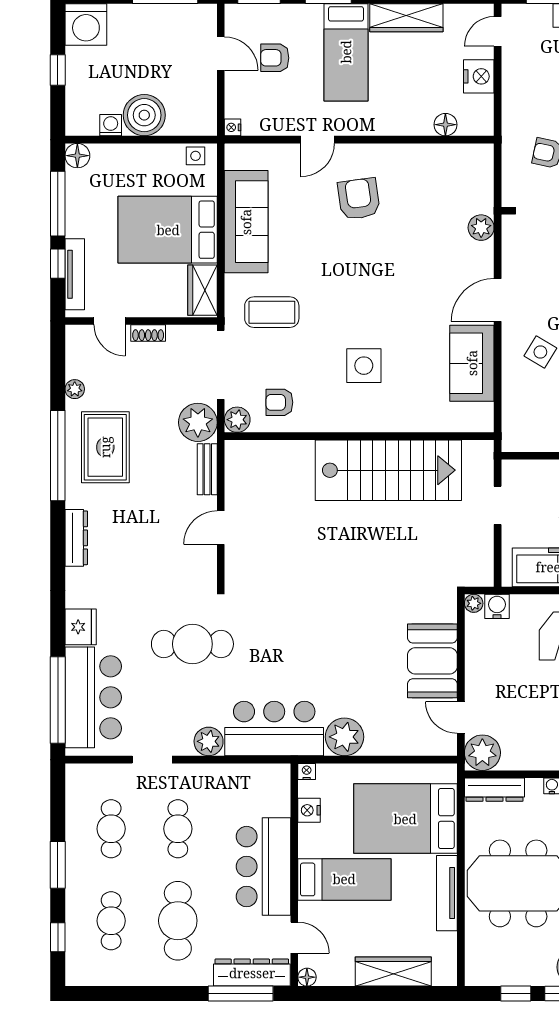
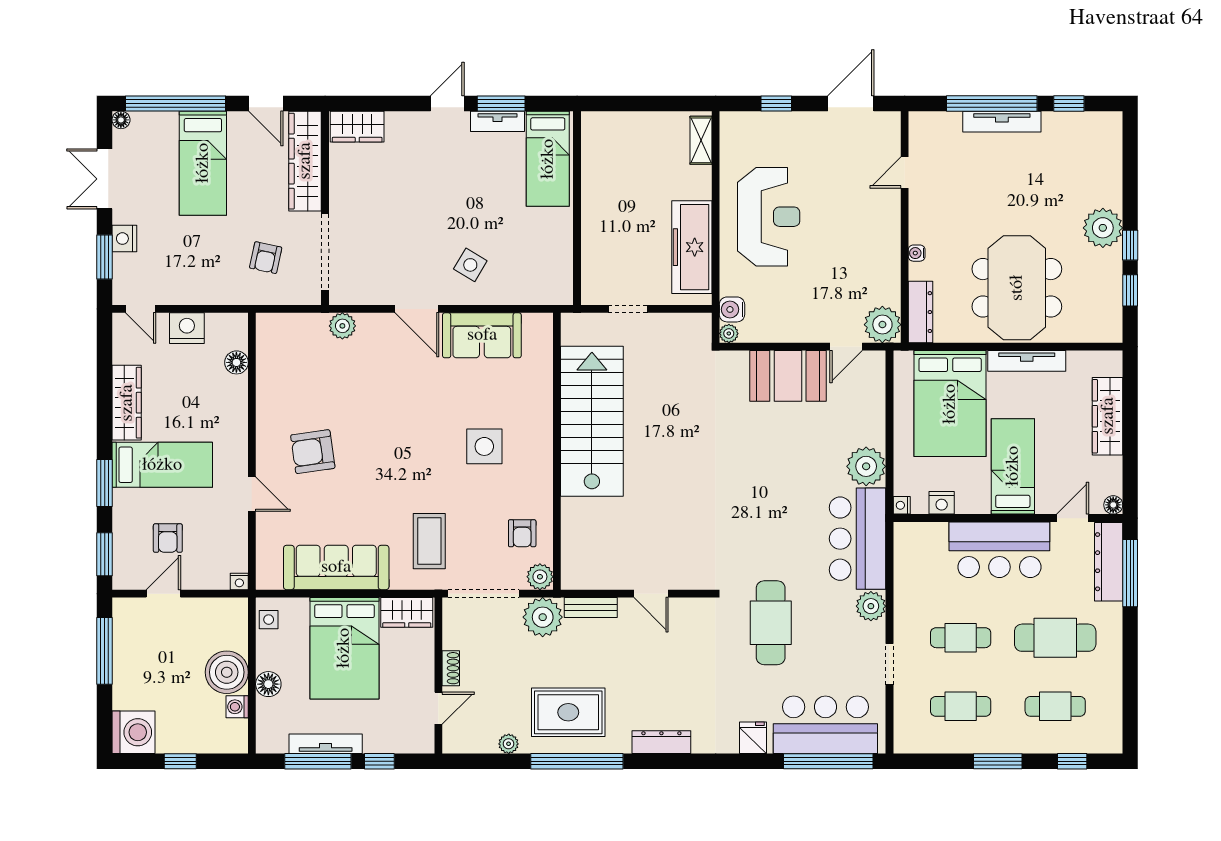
floor lamp: (77, 156) -> (268, 684), moved
tv unit: (75, 274) -> (326, 744), moved
fridge: (81, 627) -> (753, 738), width x0.72

